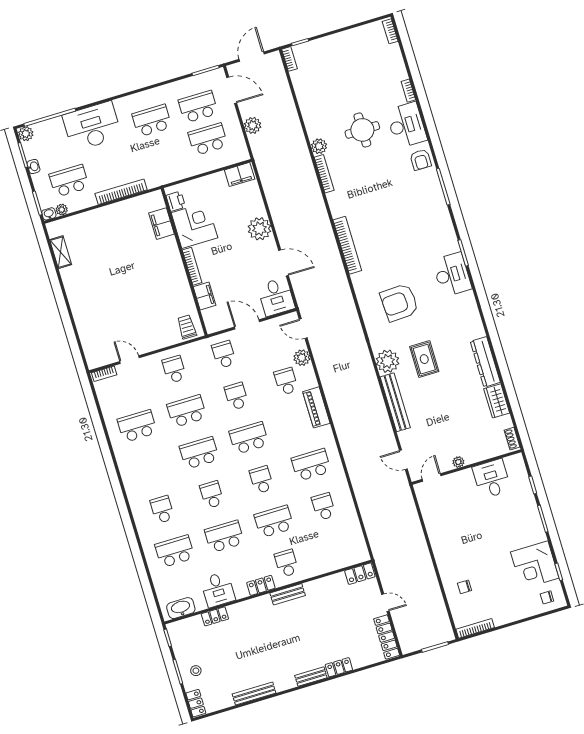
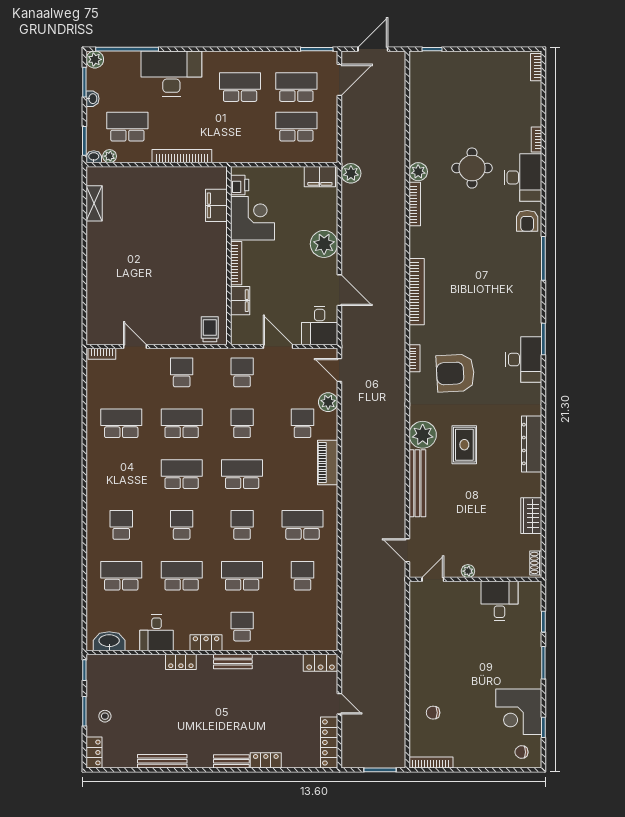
bookcase: (290, 59) -> (414, 358), moved
door: (232, 90) -> (339, 80), hinge flipped
plant: (253, 125) -> (351, 173), moved
dresser: (485, 362) -> (532, 444), moved
locker: (215, 616) -> (181, 662), moved

